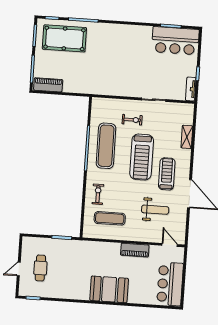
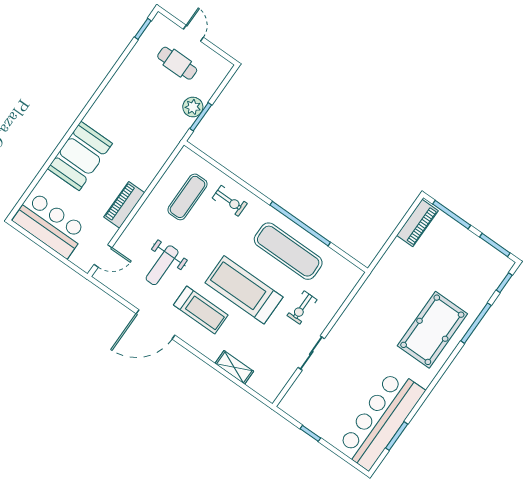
pool table: (64, 38) -> (432, 330), moved
bar counter: (175, 41) -> (381, 419), width x1.36
tv unit: (191, 89) -> (296, 412), removed
plant: (59, 245) -> (193, 107), added
booth: (109, 289) -> (80, 156), moved

